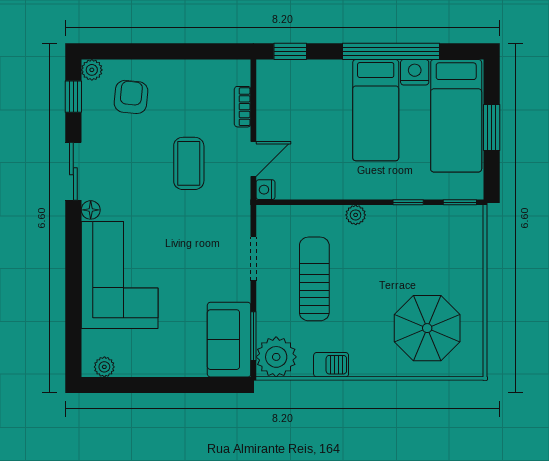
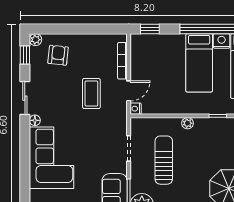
bookcase: (243, 107) -> (122, 61), width x1.56

